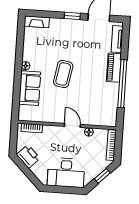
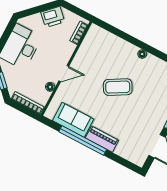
tv unit: (117, 39) -> (128, 155), removed
coffee table: (63, 74) -> (118, 87), turned -40
sofa: (30, 88) -> (73, 120), moved, turned 180

